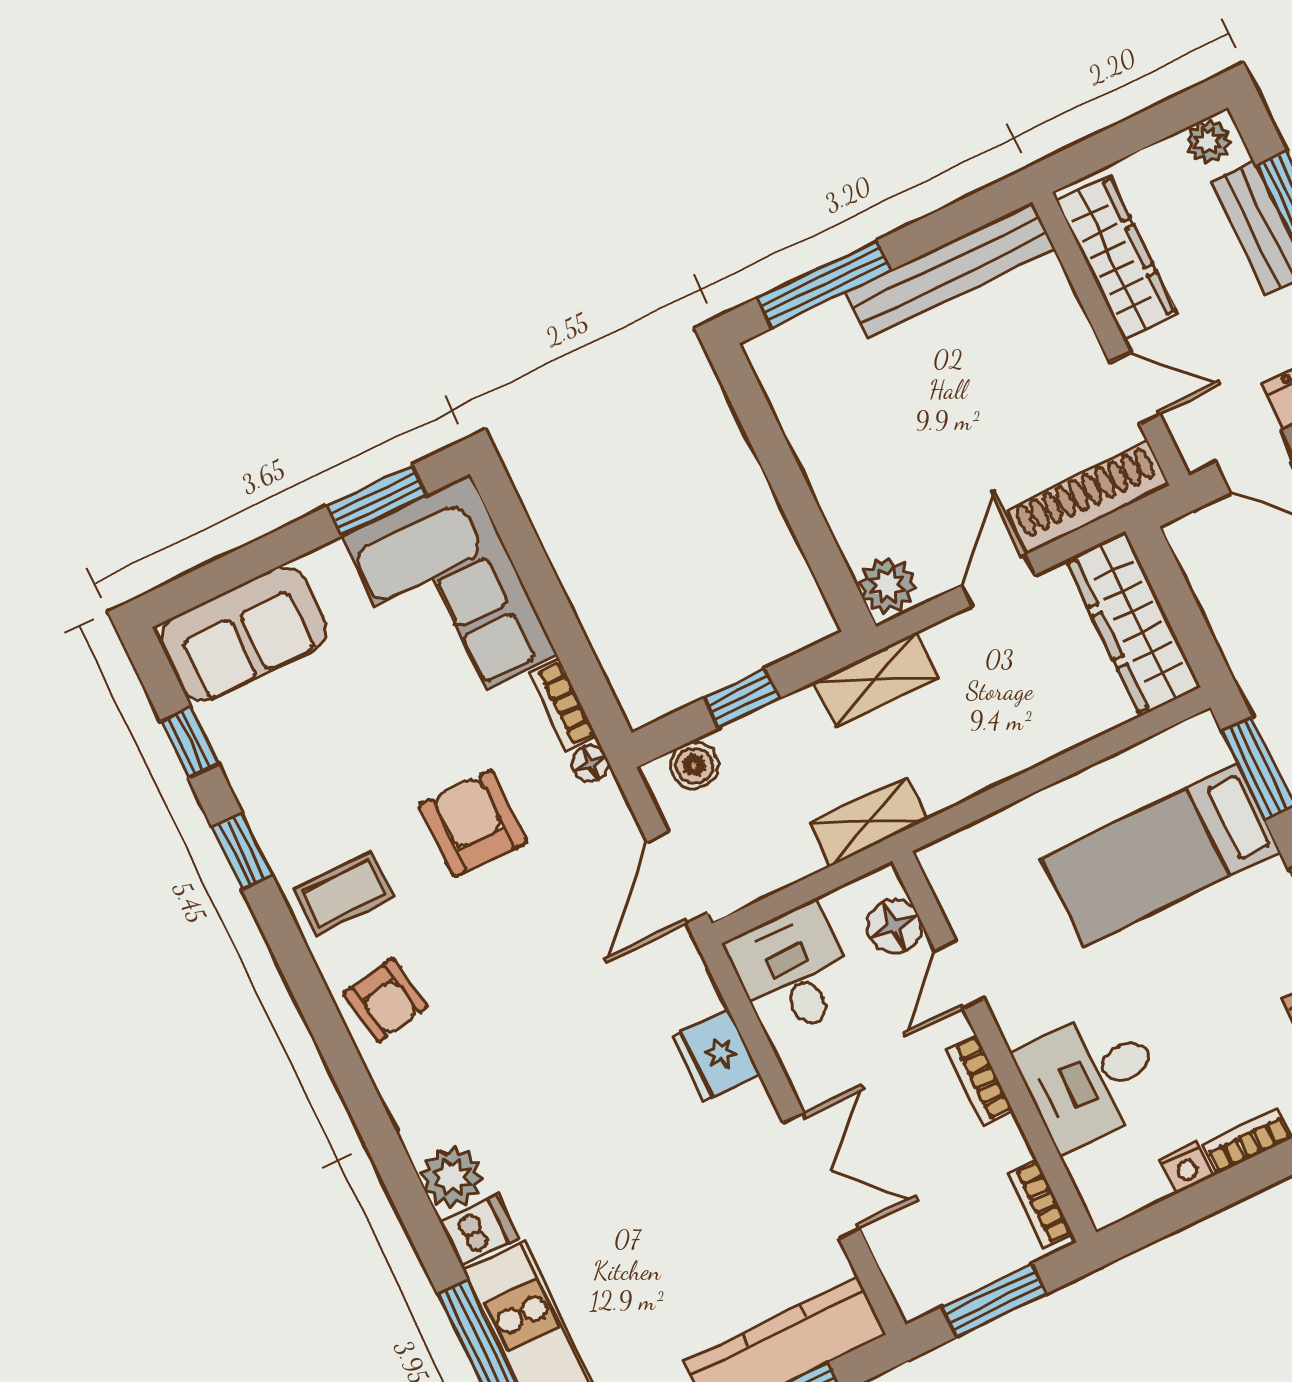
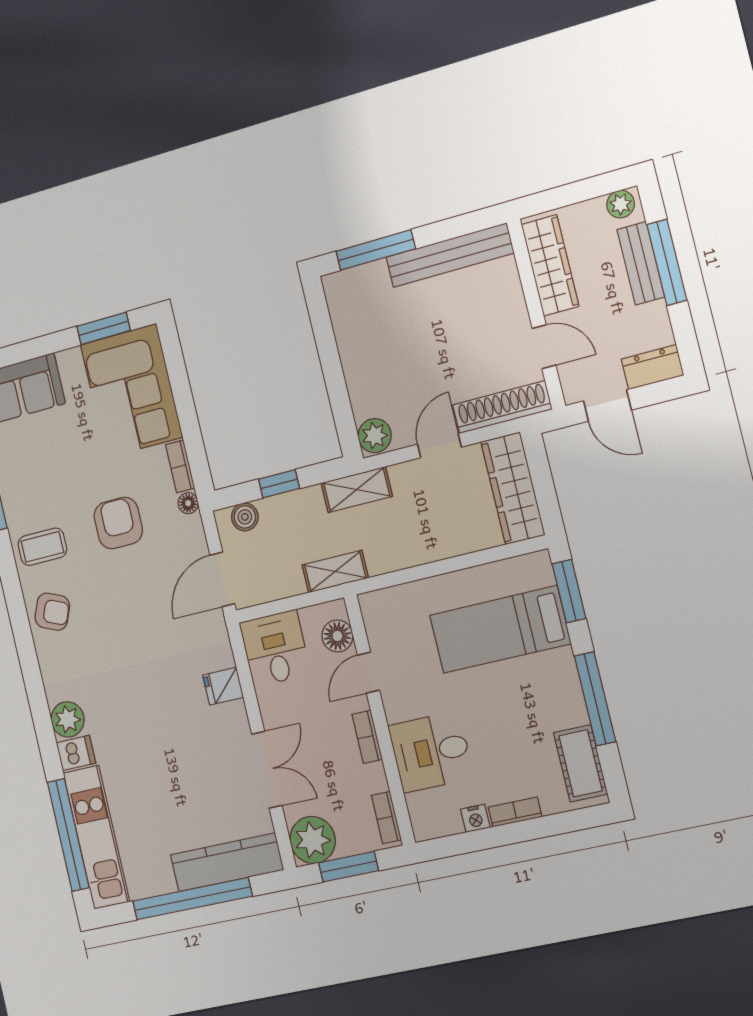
armchair: (385, 1000) -> (52, 612), turned -57
fridge: (716, 1055) -> (223, 686), width x0.72
plant: (924, 1272) -> (313, 840), added

